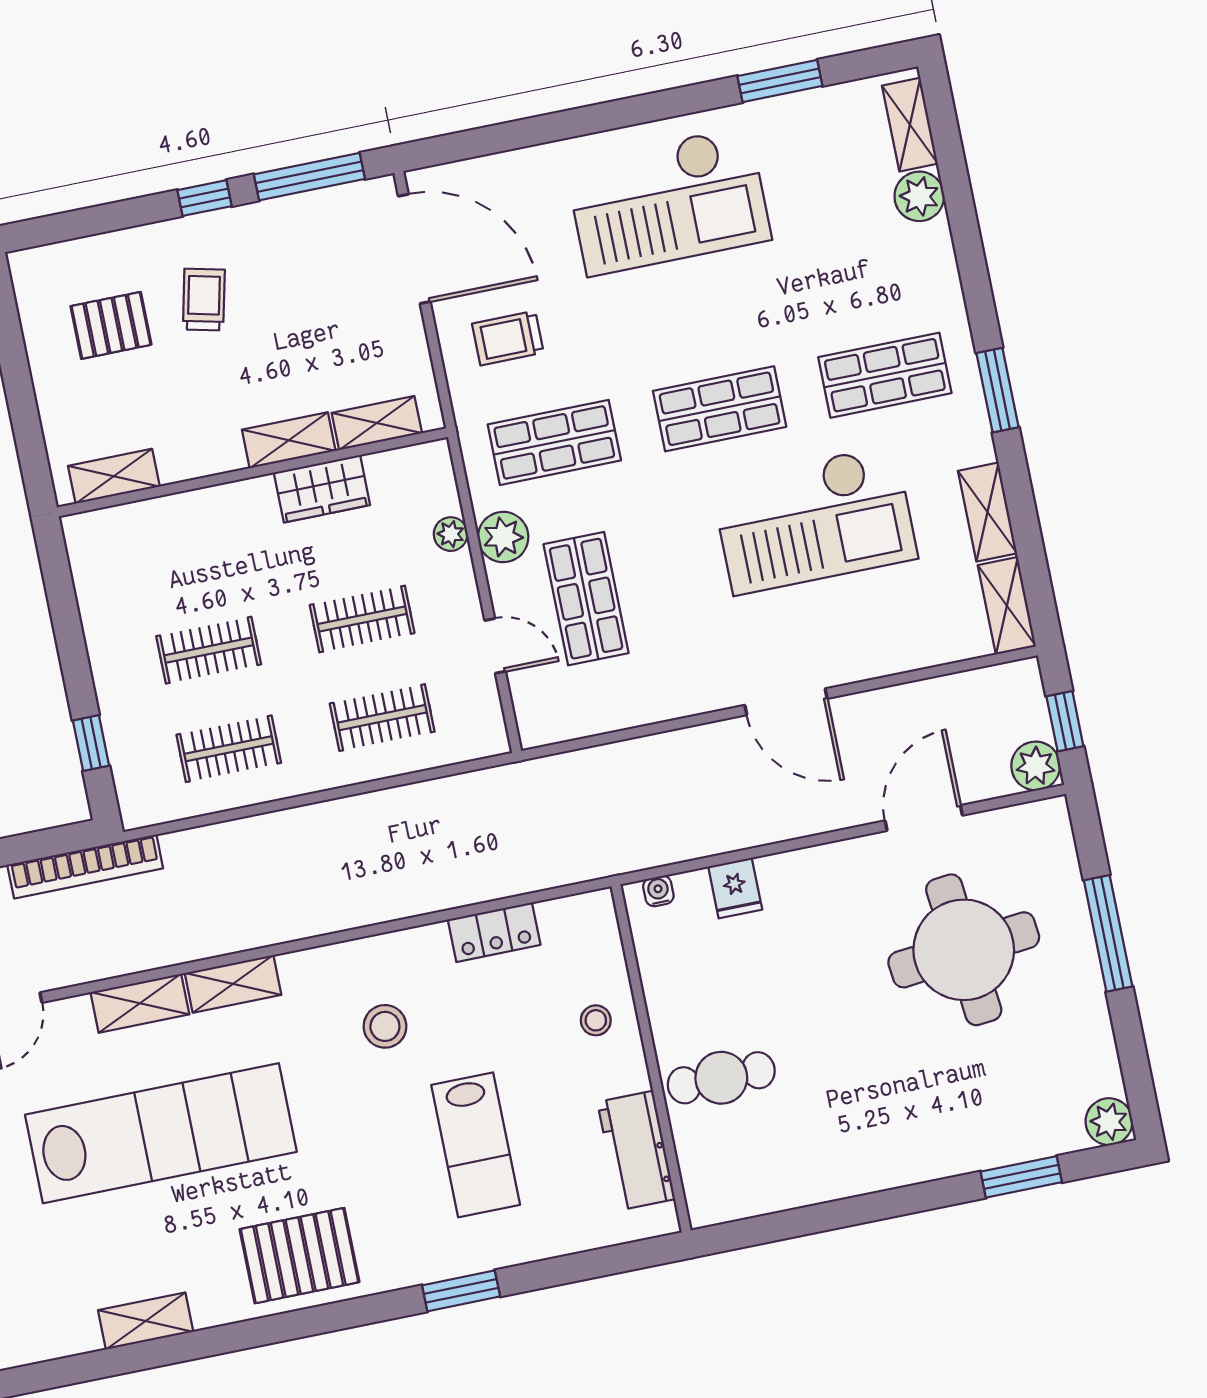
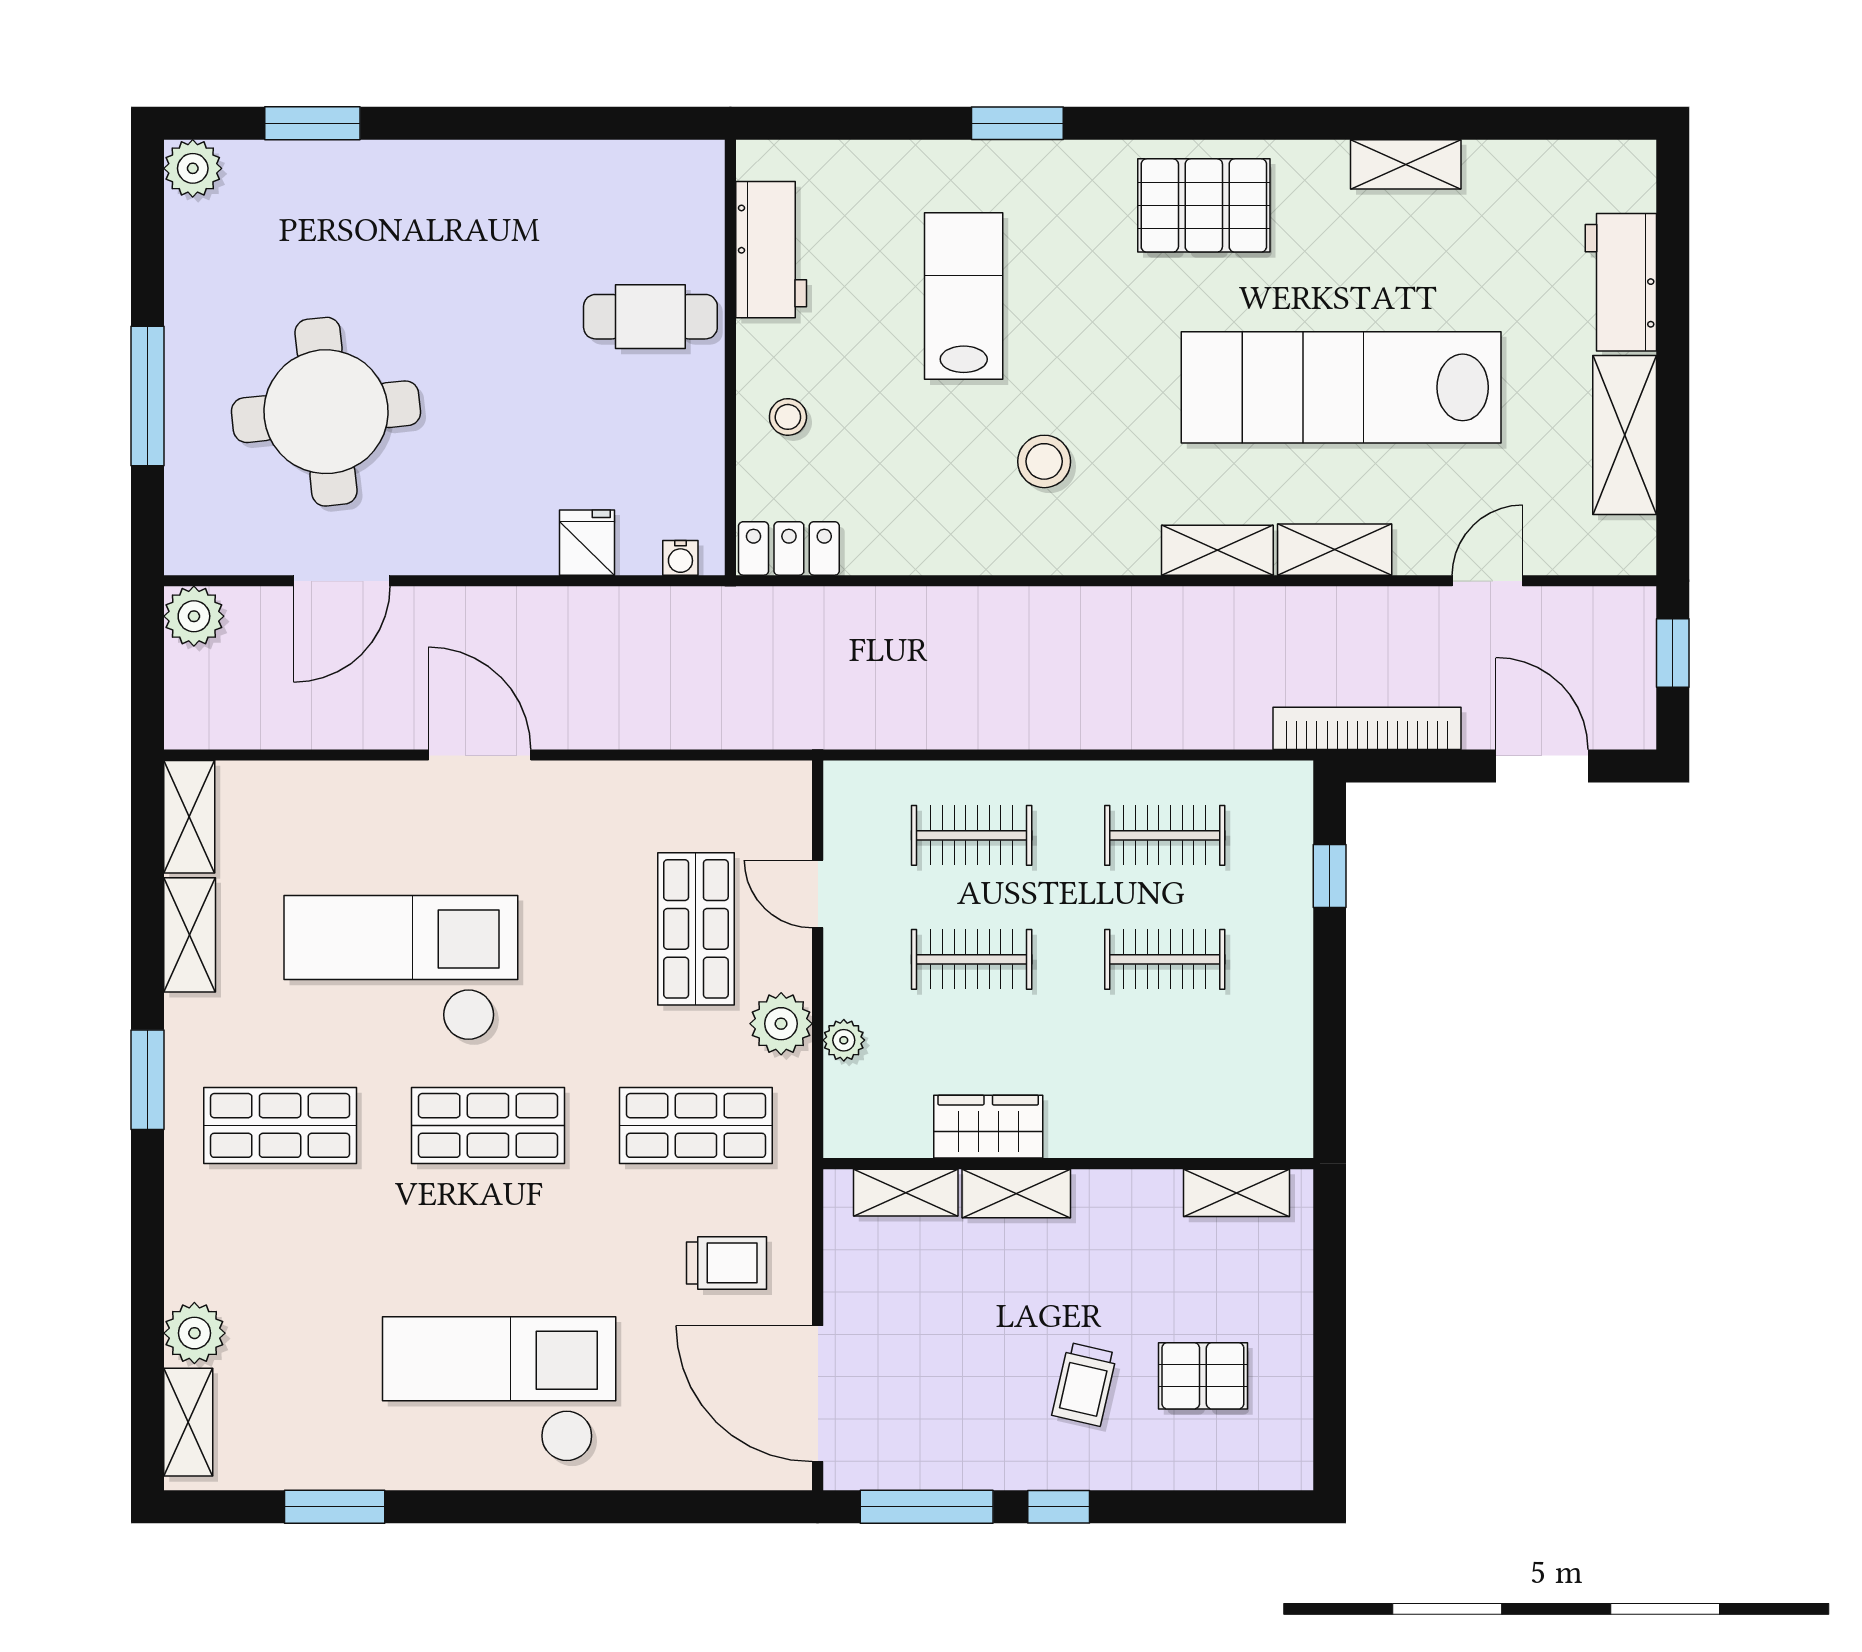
window: (1065, 721) -> (148, 663), removed
locker: (494, 932) -> (789, 548), moved

